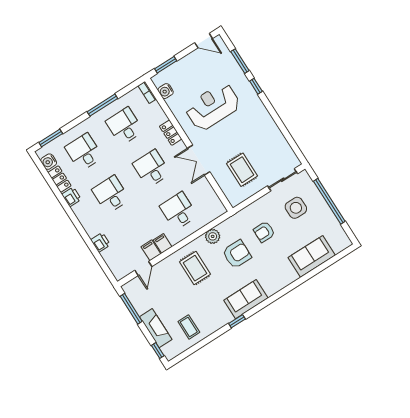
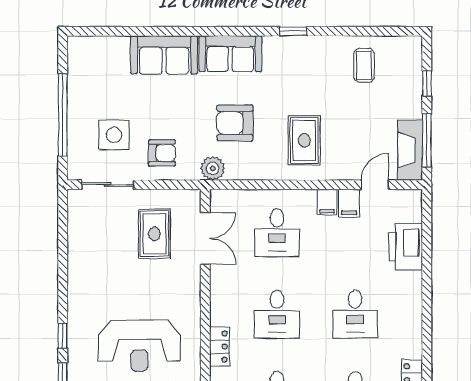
double door: (199, 160) -> (205, 238), moved
printer: (71, 197) -> (411, 345), removed
armchair: (264, 232) -> (162, 153), moved
plant: (213, 236) -> (213, 168), moved
printer: (100, 242) -> (406, 247), width x1.87, depth x1.48
sofa: (312, 256) -> (164, 55), moved
sofa: (246, 299) -> (230, 54), moved
fireplace: (156, 328) -> (410, 150), moved
window: (158, 351) -> (427, 83), moved

